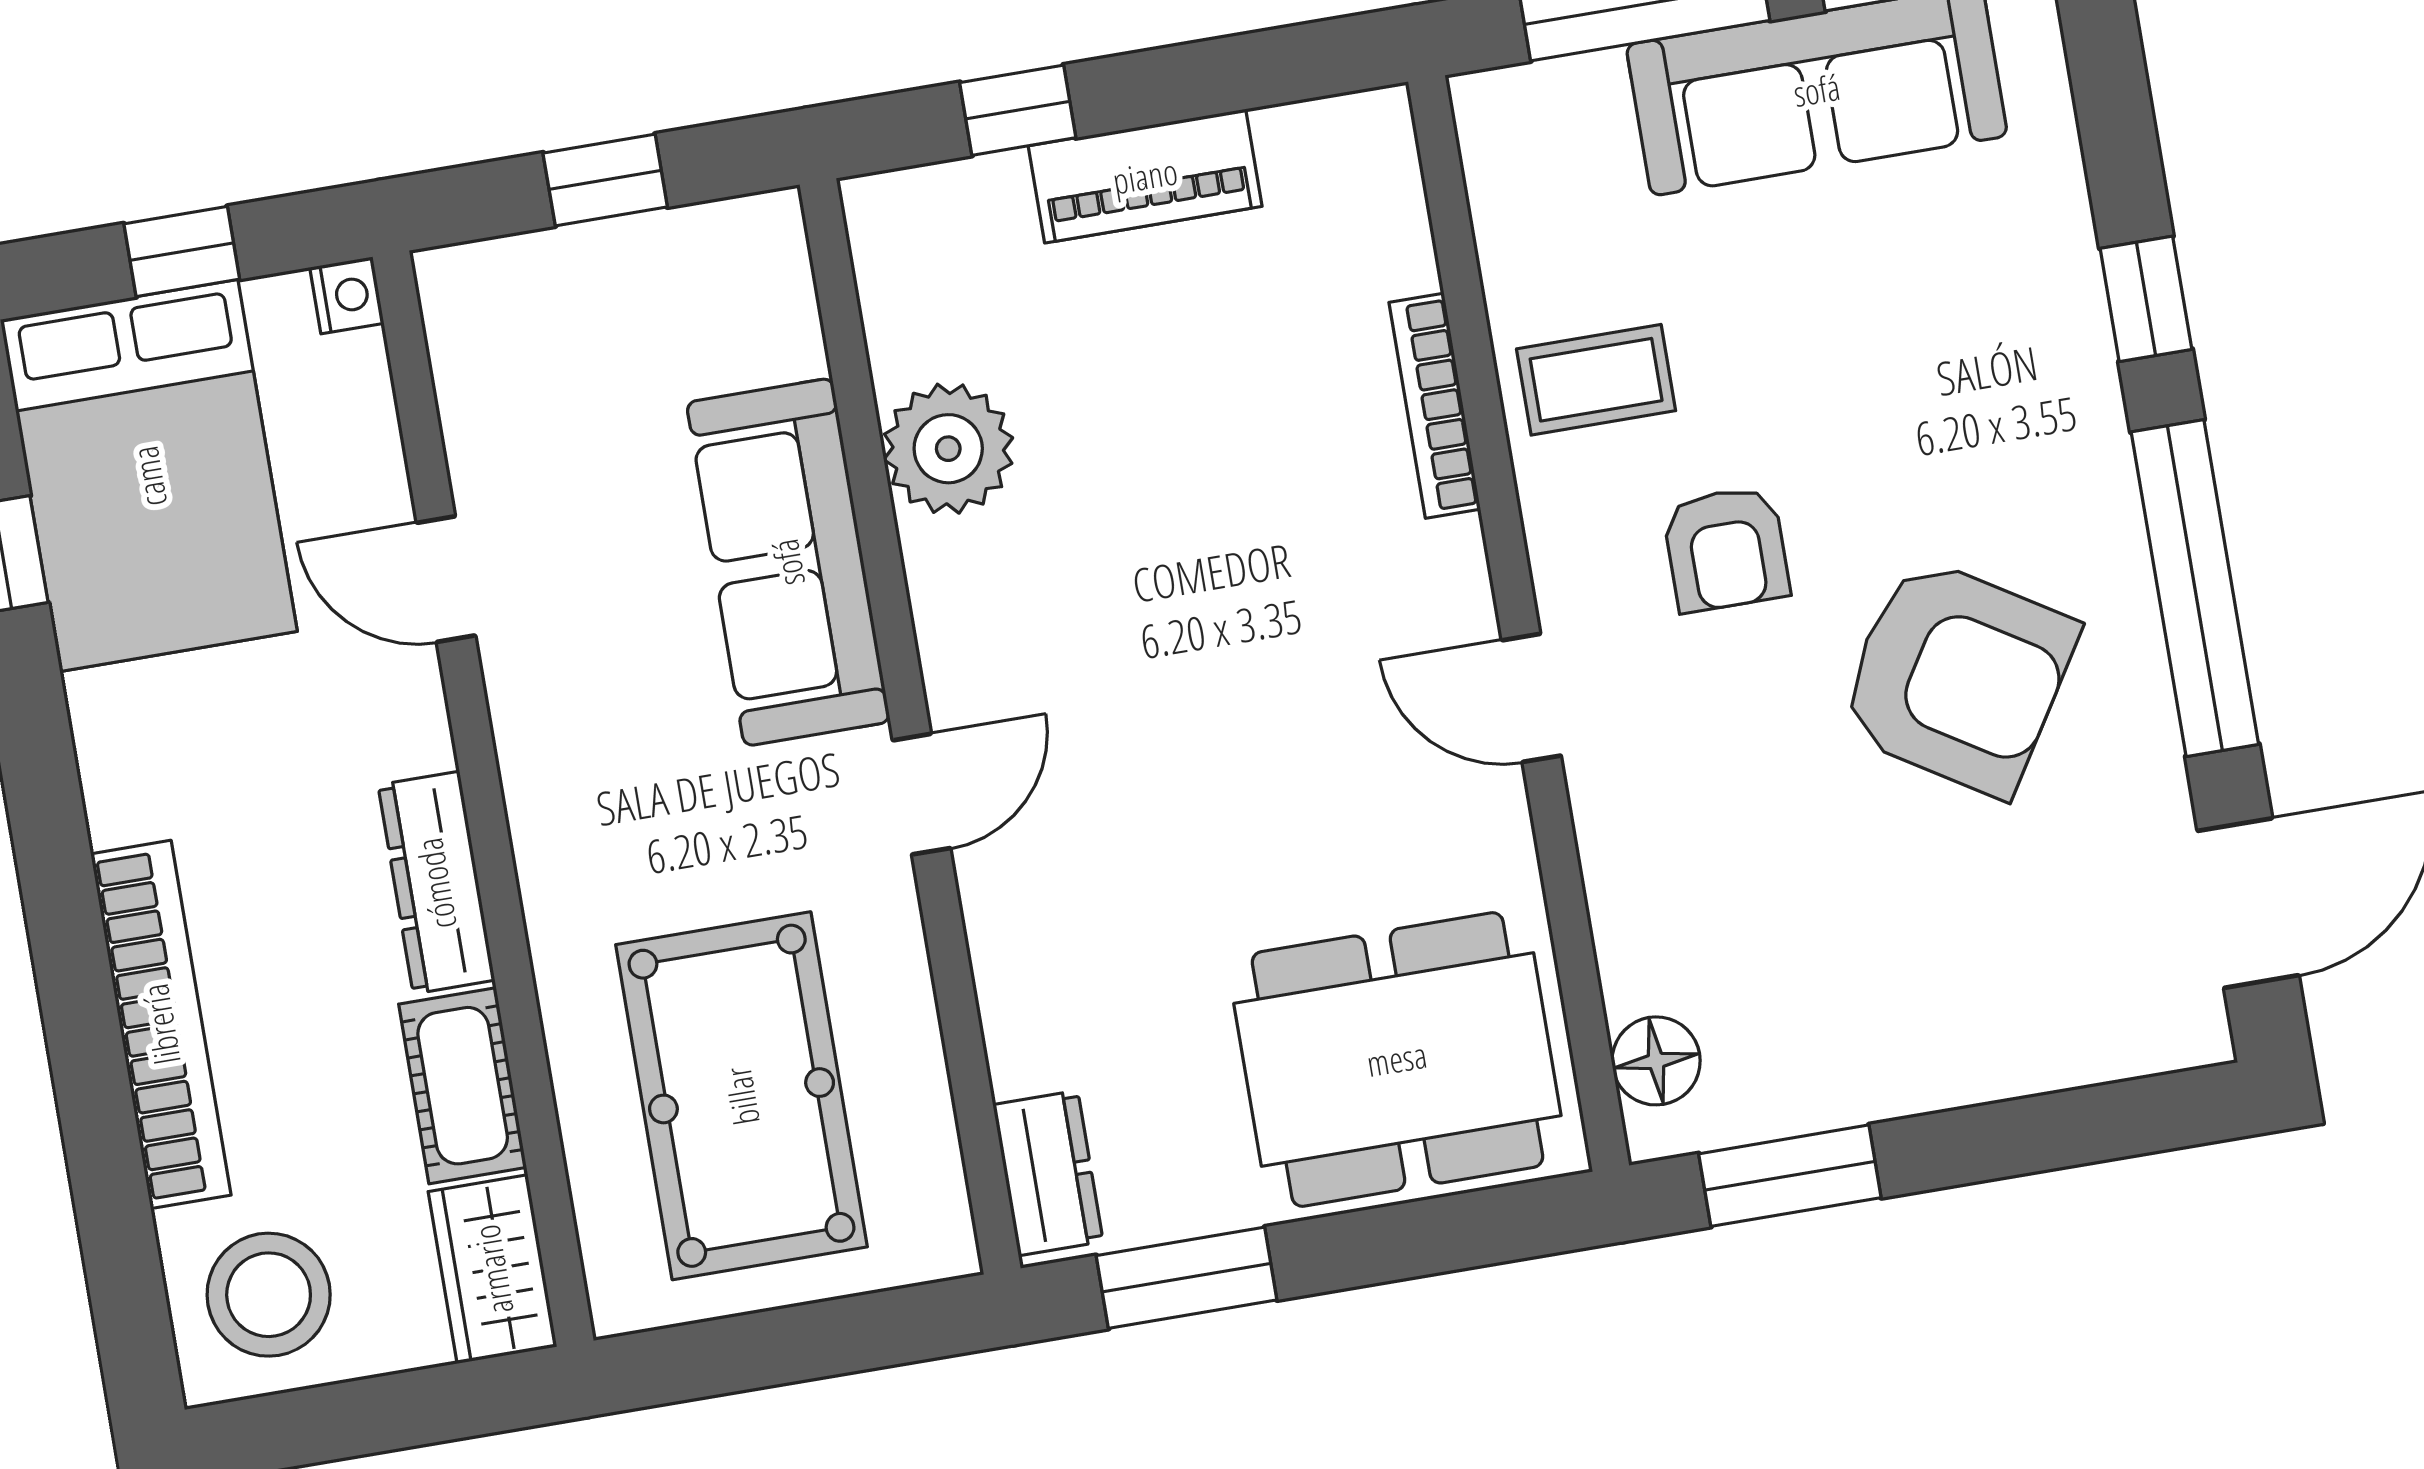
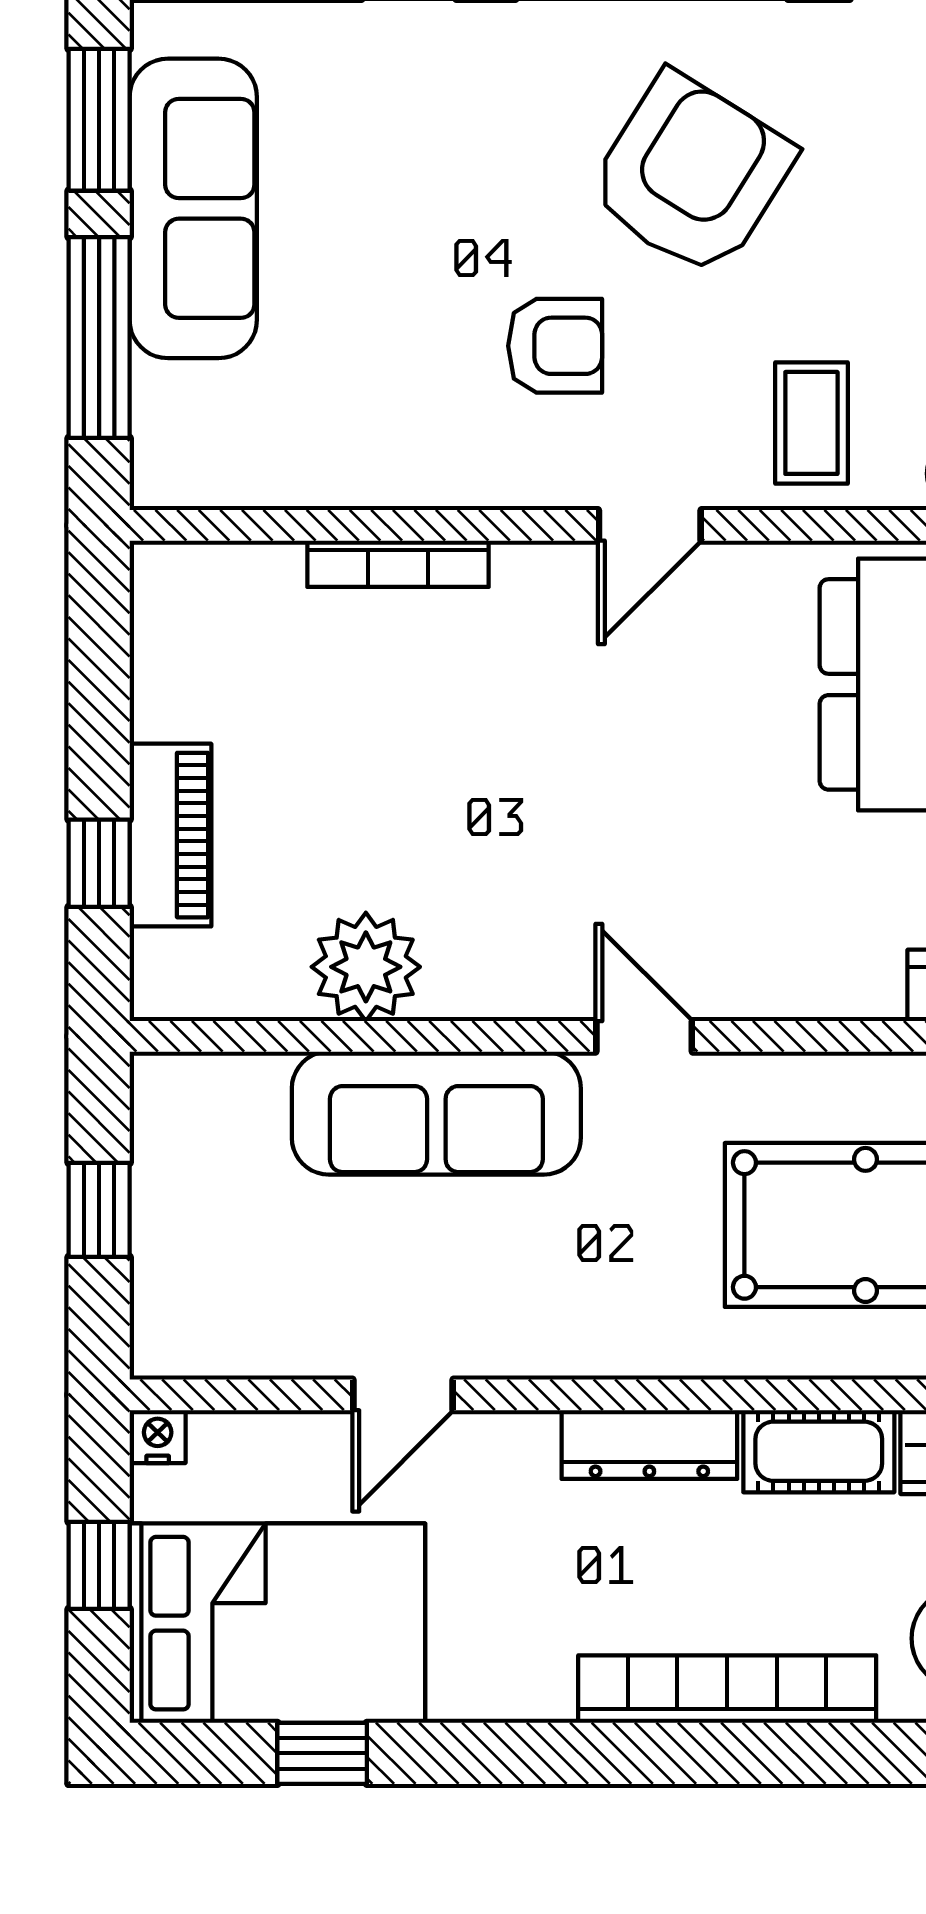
piano: (1145, 176) -> (170, 835), moved
coffee table: (1596, 380) -> (811, 423), moved

